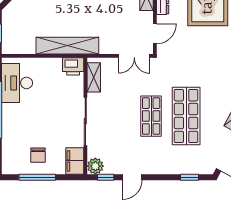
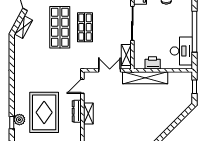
double door: (134, 56) -> (110, 70), moved
printer: (73, 66) -> (153, 63), moved

